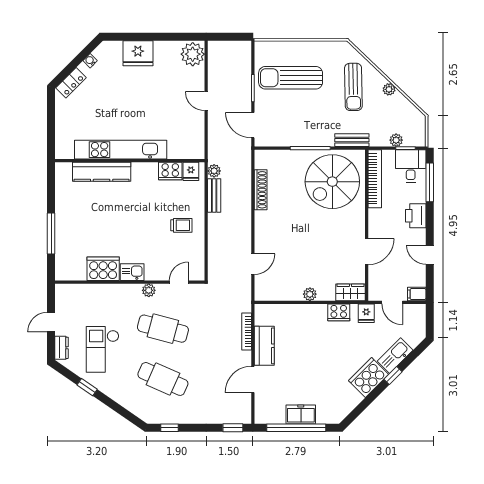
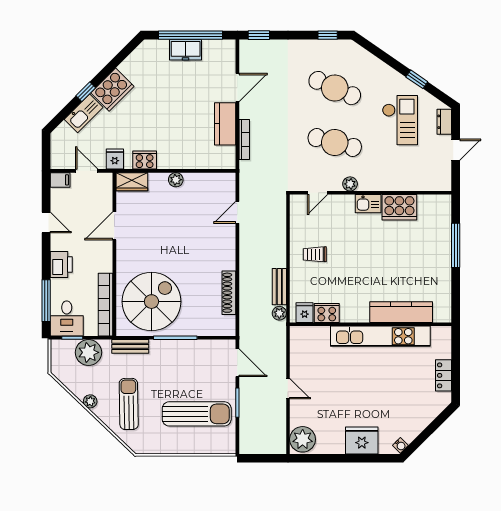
water cooler: (90, 61) -> (400, 445), moved
locker: (71, 83) -> (444, 375), moved, turned -45
plant: (396, 140) -> (88, 352), width x1.88, depth x1.88

